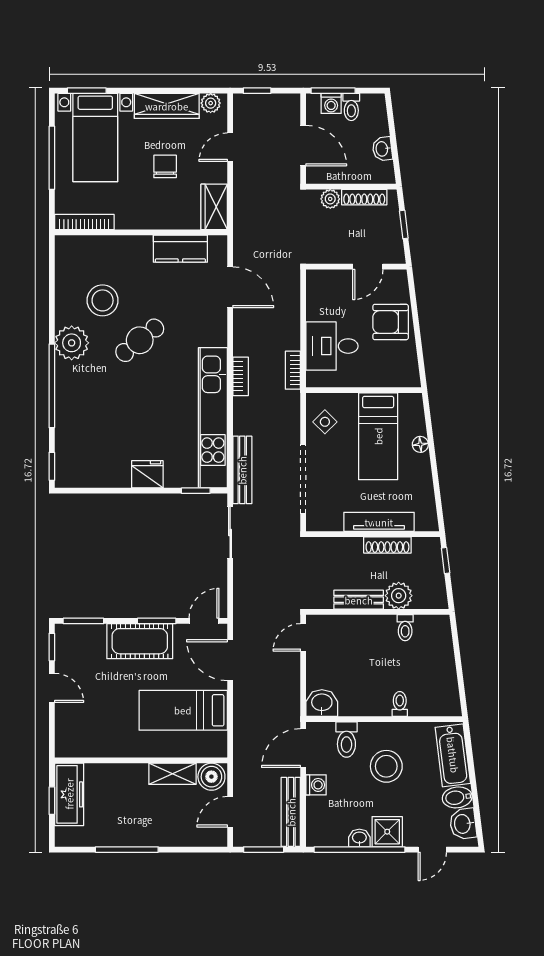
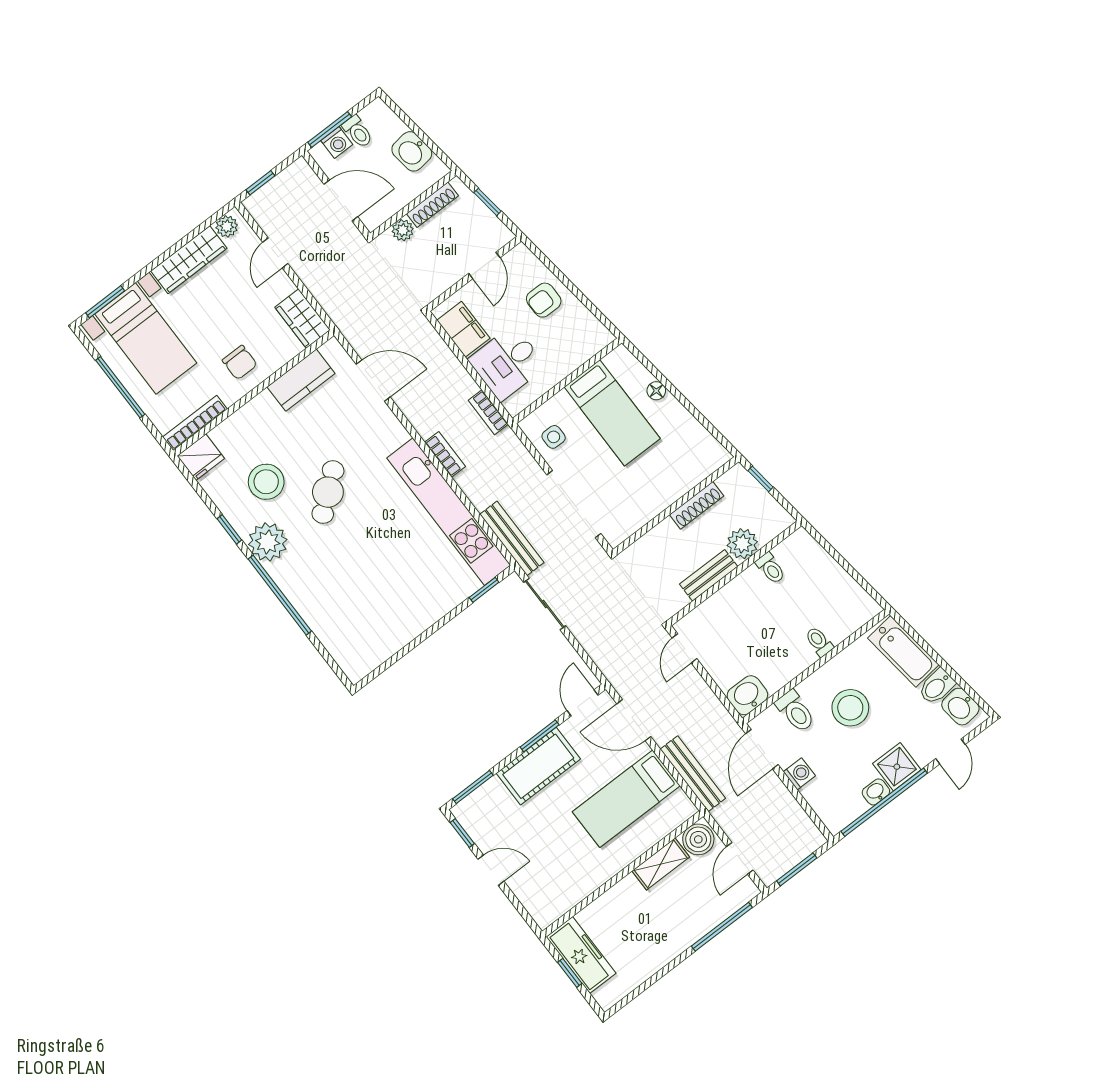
washbasin: (382, 149) -> (412, 151), width x1.38, depth x1.45
chair: (165, 166) -> (240, 363), moved, turned 180
filing cabinet: (320, 300) -> (463, 329), added
armchair: (391, 322) -> (544, 300), width x0.72, depth x0.72
side table: (325, 422) -> (554, 437), turned 45
window: (52, 466) -> (229, 529), moved
fridge: (147, 474) -> (201, 457), moved, turned 180
tv unit: (379, 522) -> (673, 490), removed
bench: (291, 812) -> (693, 774), moved
window: (127, 850) -> (722, 927), moved

